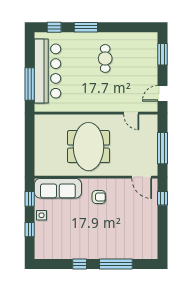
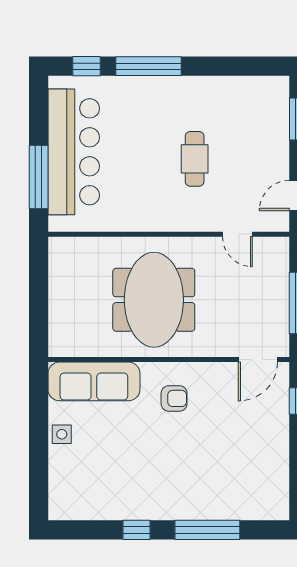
window: (86, 27) -> (149, 66), width x1.44
cafe table: (105, 59) -> (195, 159), moved
door: (142, 177) -> (258, 360), hinge flipped
window: (30, 199) -> (39, 402), removed
window: (30, 230) -> (39, 462), removed

